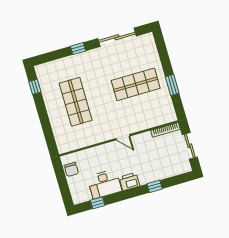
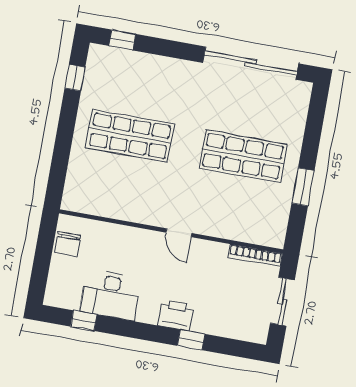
sliding door: (117, 37) -> (251, 63), width x1.36
window: (78, 49) -> (122, 40), moved
shop shelf: (76, 102) -> (130, 136), turned 90
printer: (129, 182) -> (176, 315), moved

